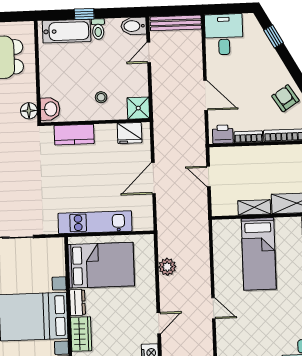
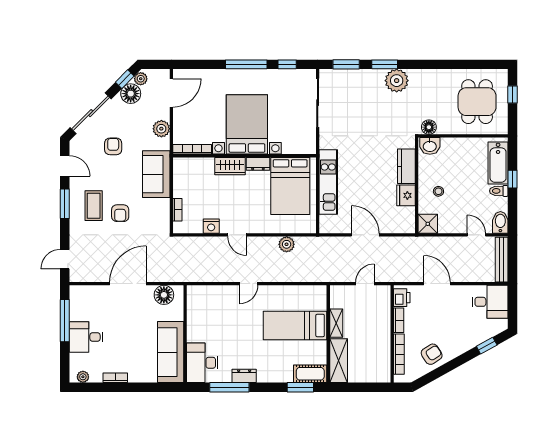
door: (206, 95) -> (437, 284), swing flipped
fridge: (130, 133) -> (406, 195), moved

